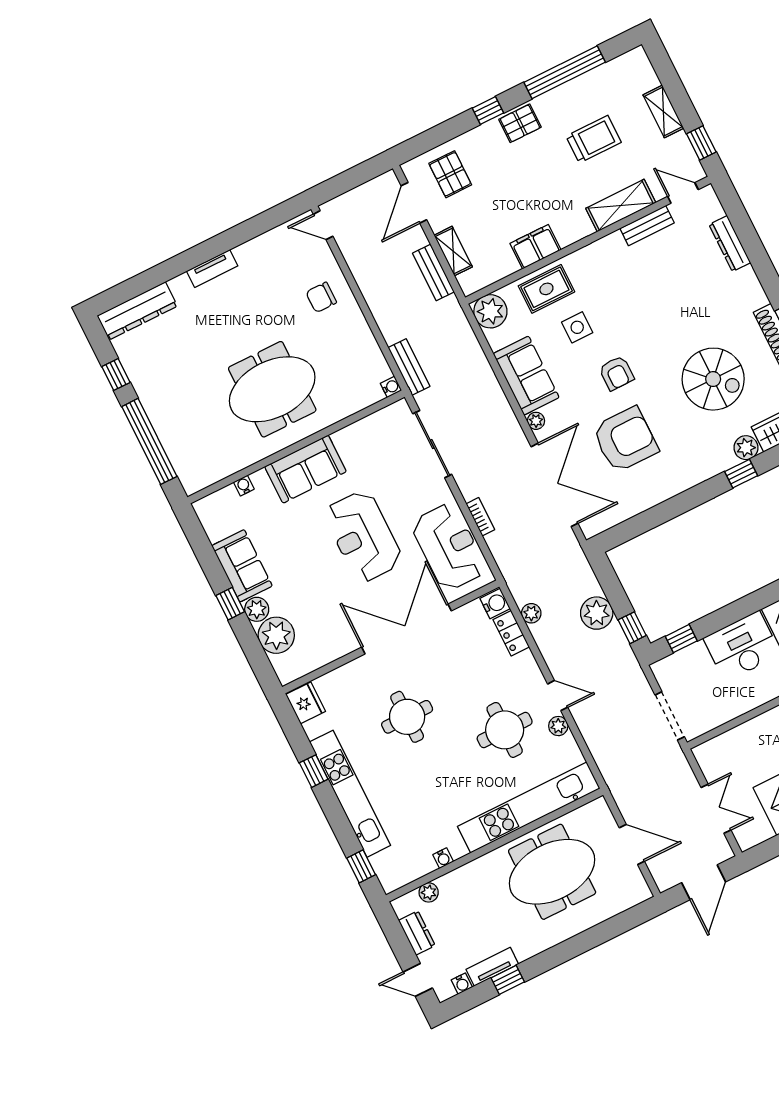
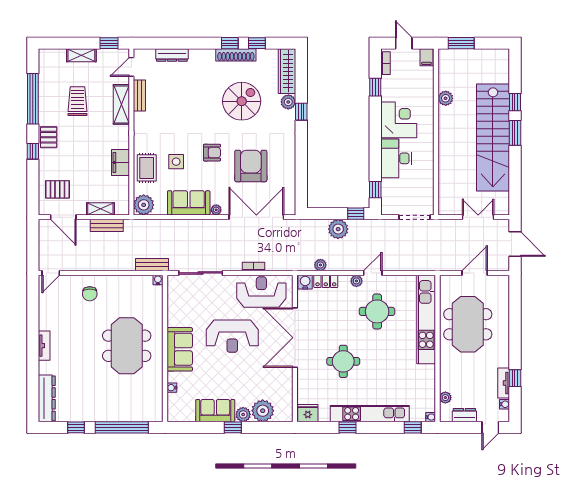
plant: (558, 726) -> (356, 281), moved
water cooler: (443, 858) -> (431, 417), moved

